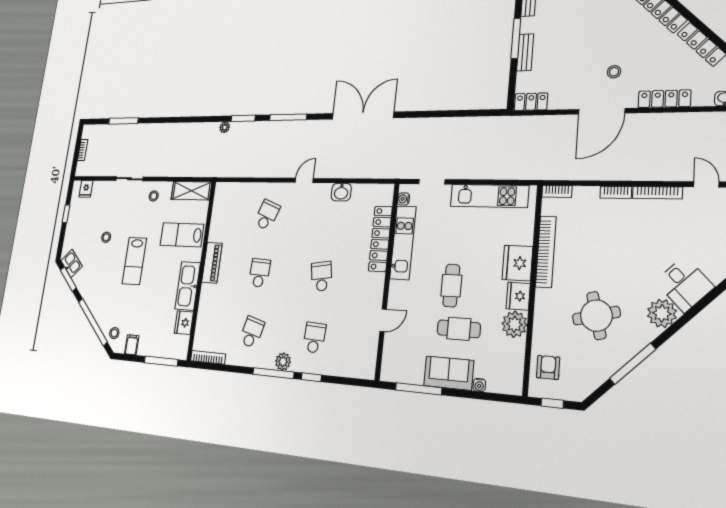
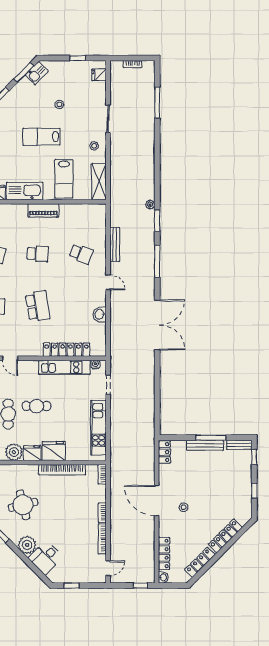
bench: (525, 52) -> (205, 445), width x1.36
locker: (664, 99) -> (164, 554), moved
bench: (262, 172) -> (115, 244), added
lab bench: (182, 235) -> (64, 179), turned 180
school desk: (321, 276) -> (38, 306), width x1.85

